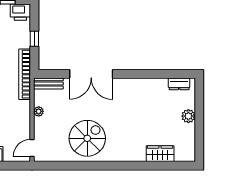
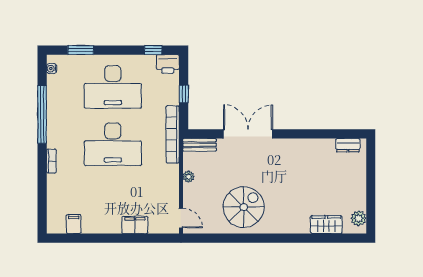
double door: (91, 74) -> (248, 134), swing flipped
plant: (188, 116) -> (358, 218), moved
door: (32, 148) -> (181, 218), swing flipped

